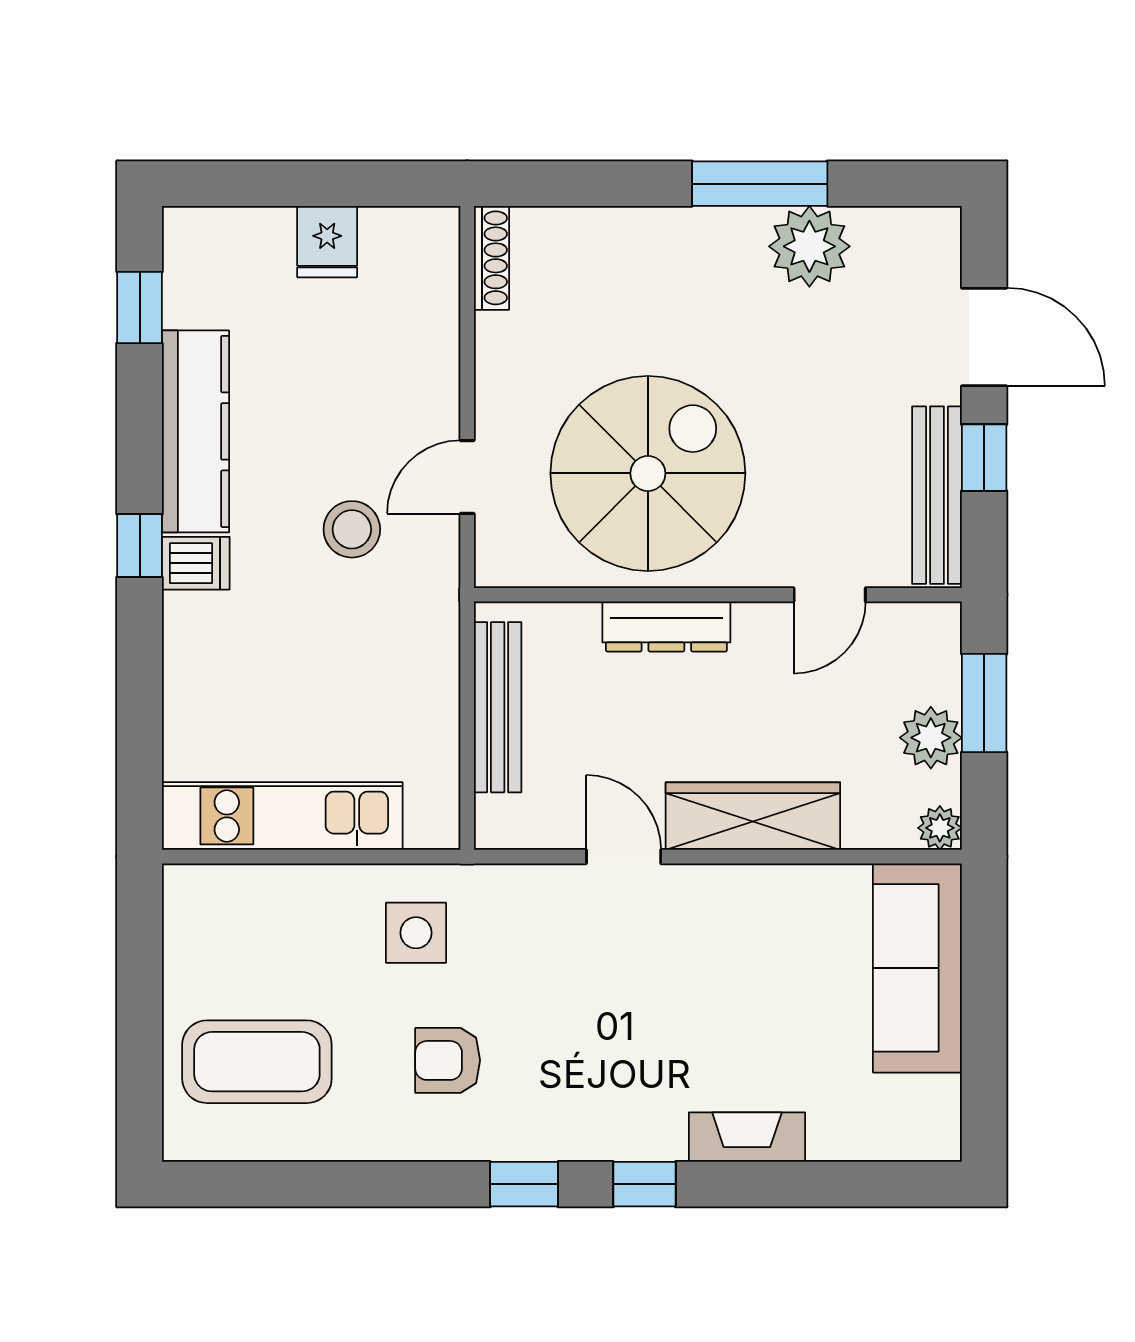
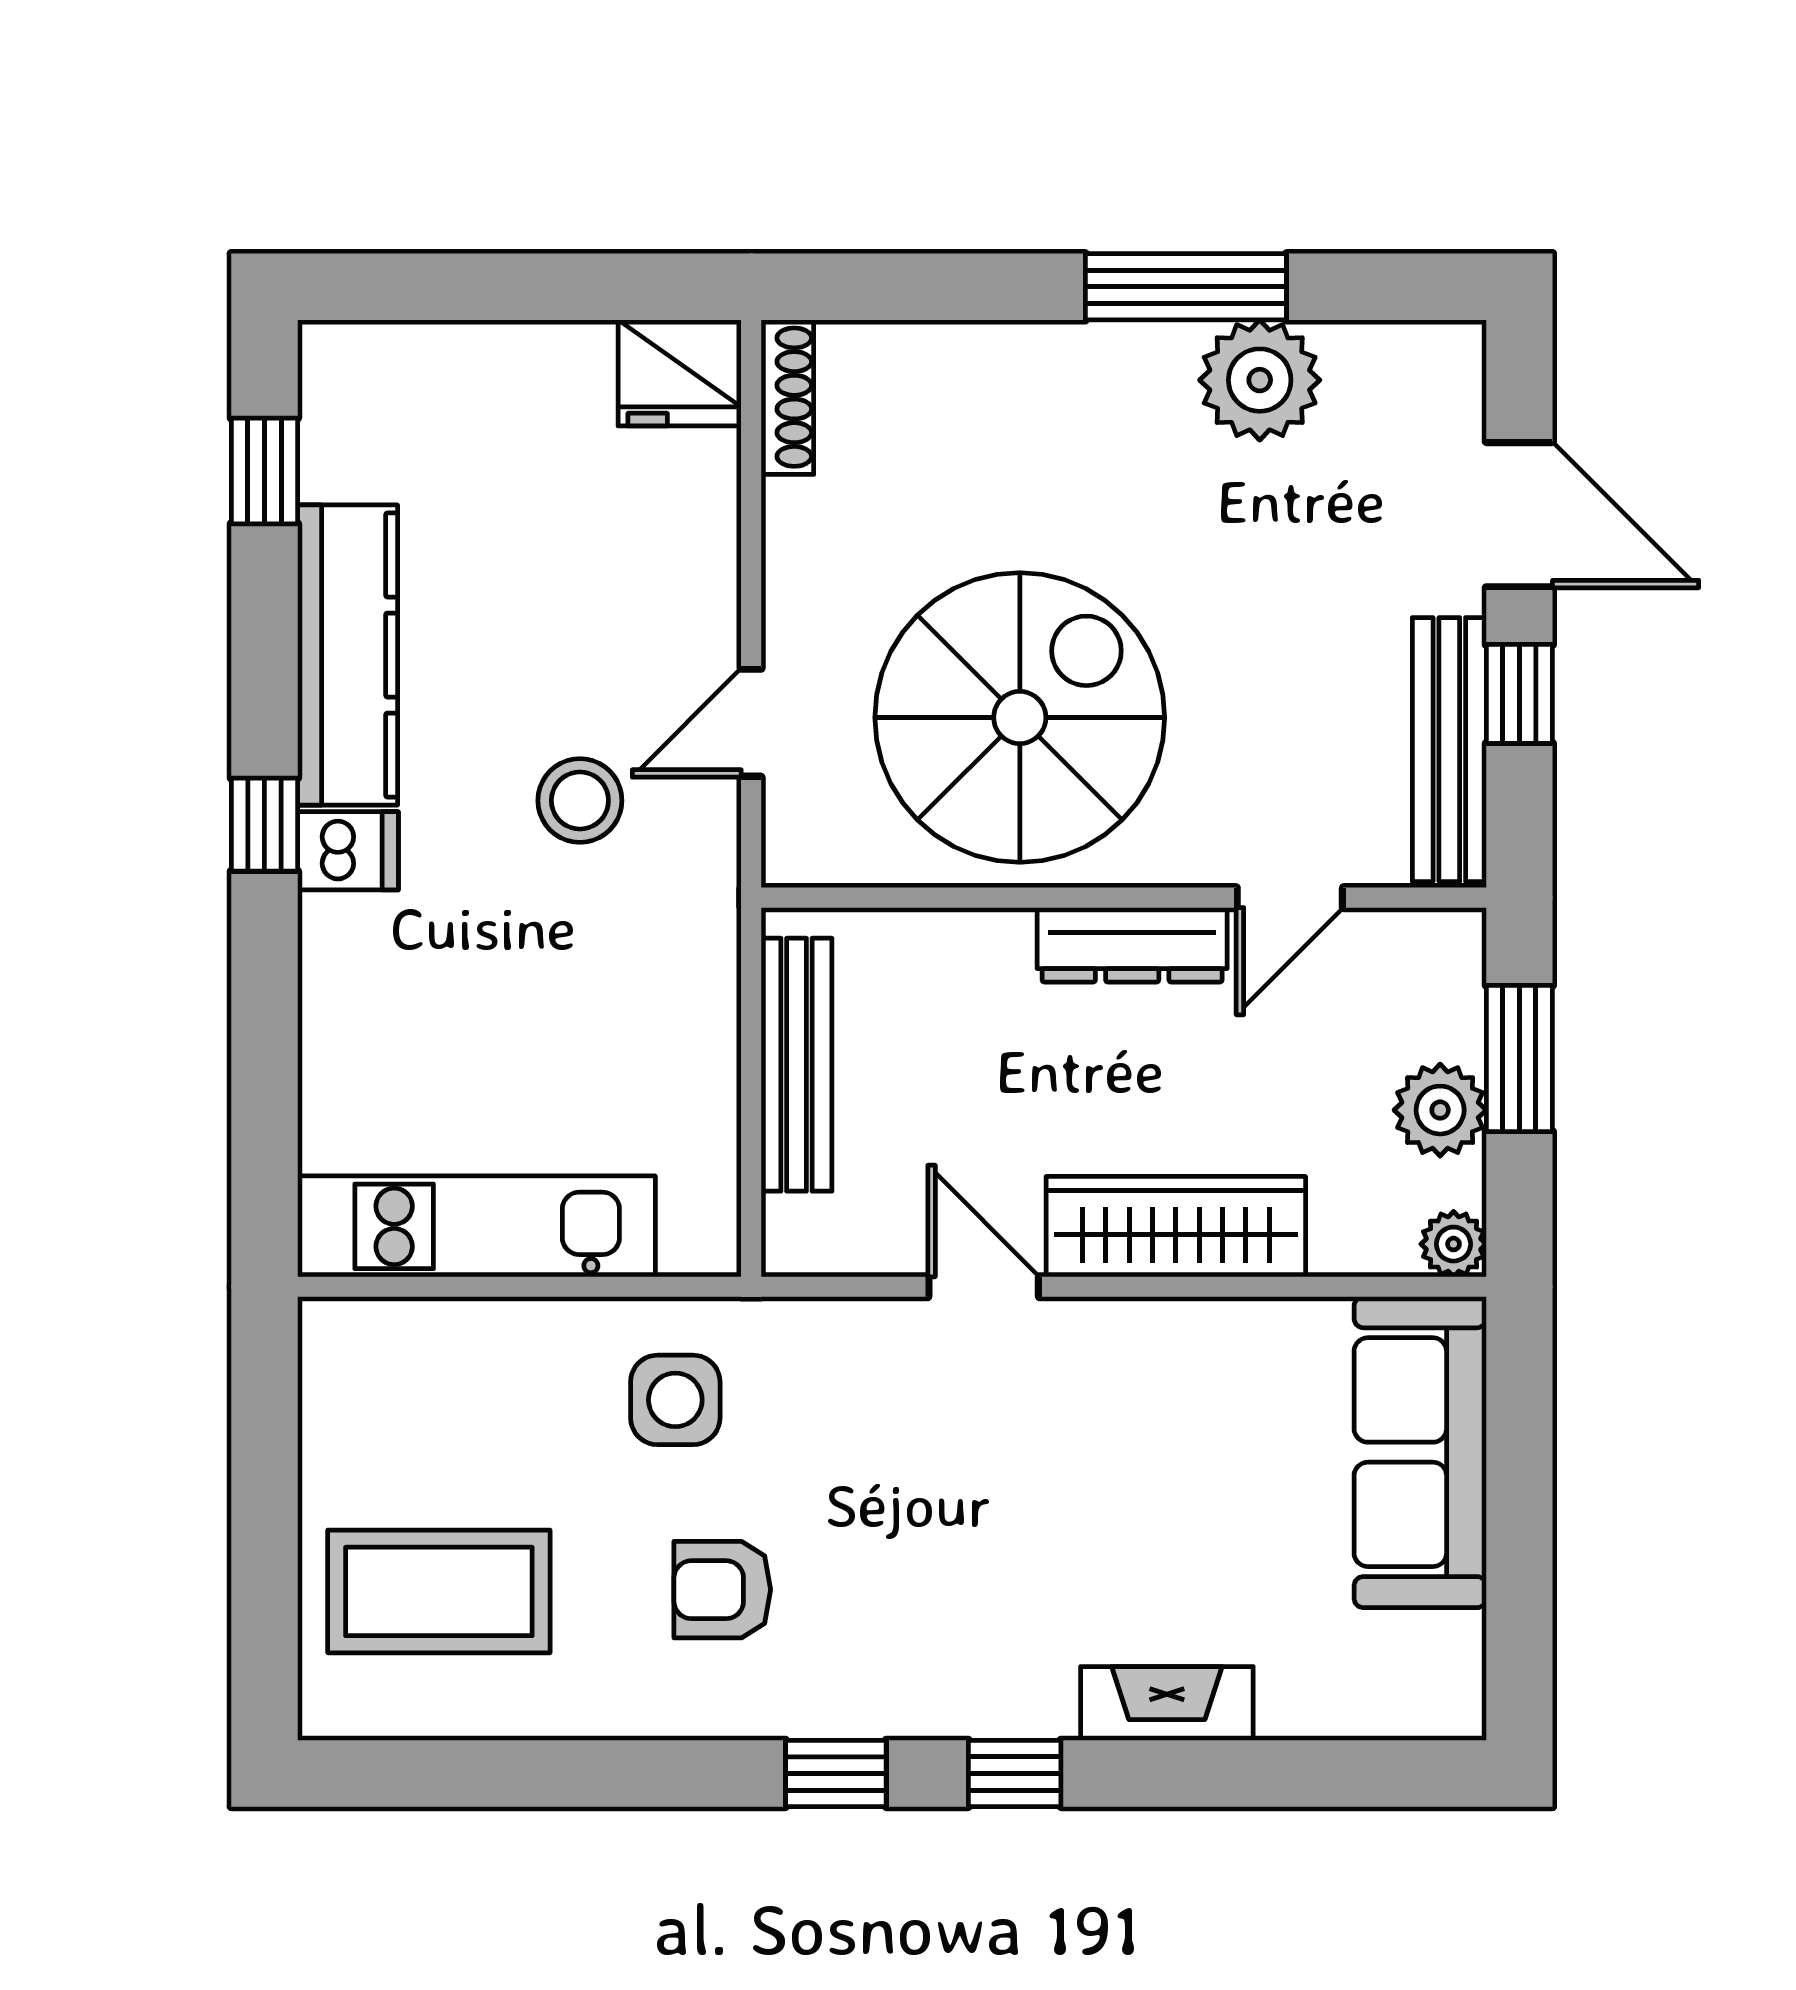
fridge: (327, 242) -> (680, 373), moved, width x1.38
dresser: (666, 626) -> (1132, 945), moved

